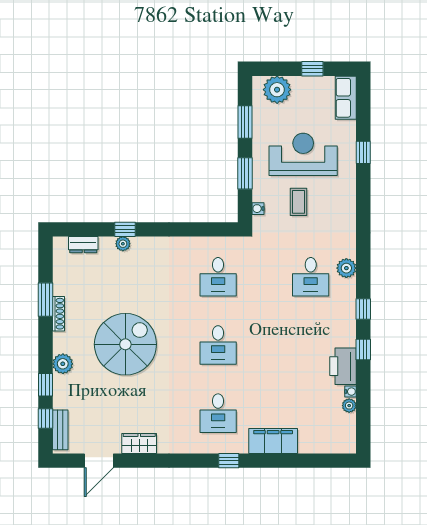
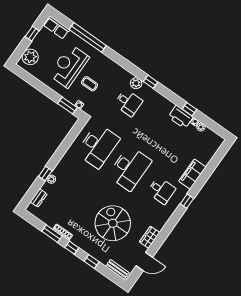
window: (245, 122) -> (35, 82), removed
window: (363, 152) -> (88, 37), width x3.17
window: (245, 173) -> (67, 105), moved
desk: (218, 277) -> (98, 146), width x1.87, depth x1.30
window: (363, 309) -> (151, 82), moved
spiral stairs: (125, 344) -> (113, 223), moved
desk: (218, 345) -> (130, 168), width x1.87, depth x1.30
window: (363, 349) -> (189, 109), moved
plant: (63, 364) -> (87, 247), removed
window: (46, 419) -> (72, 248), moved
door: (99, 461) -> (144, 262), hinge flipped

